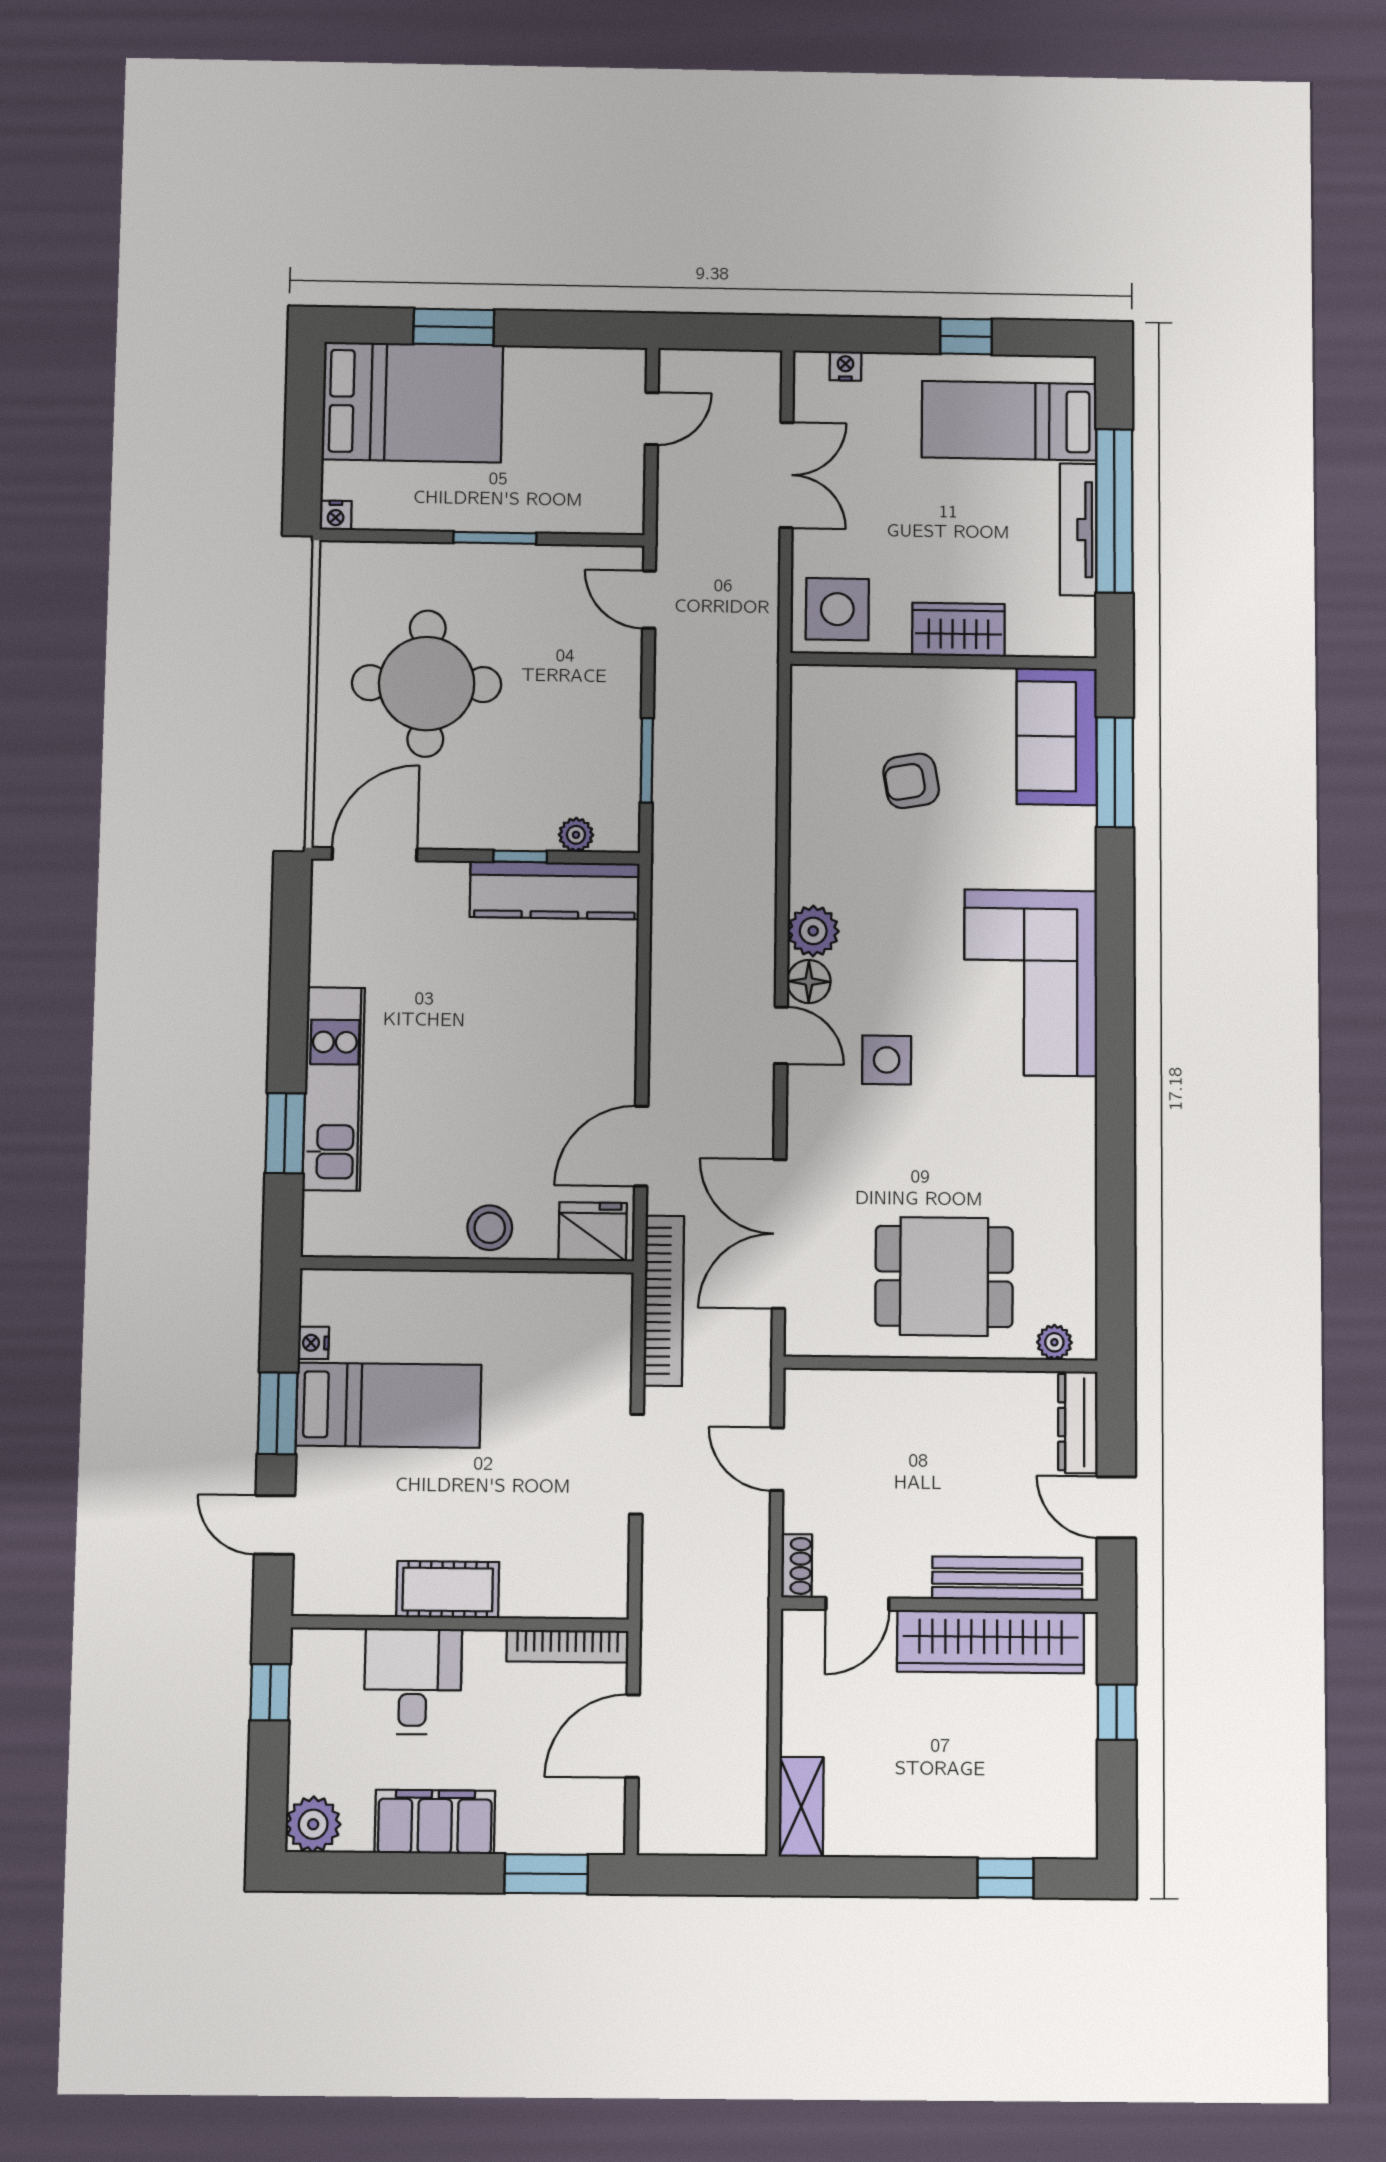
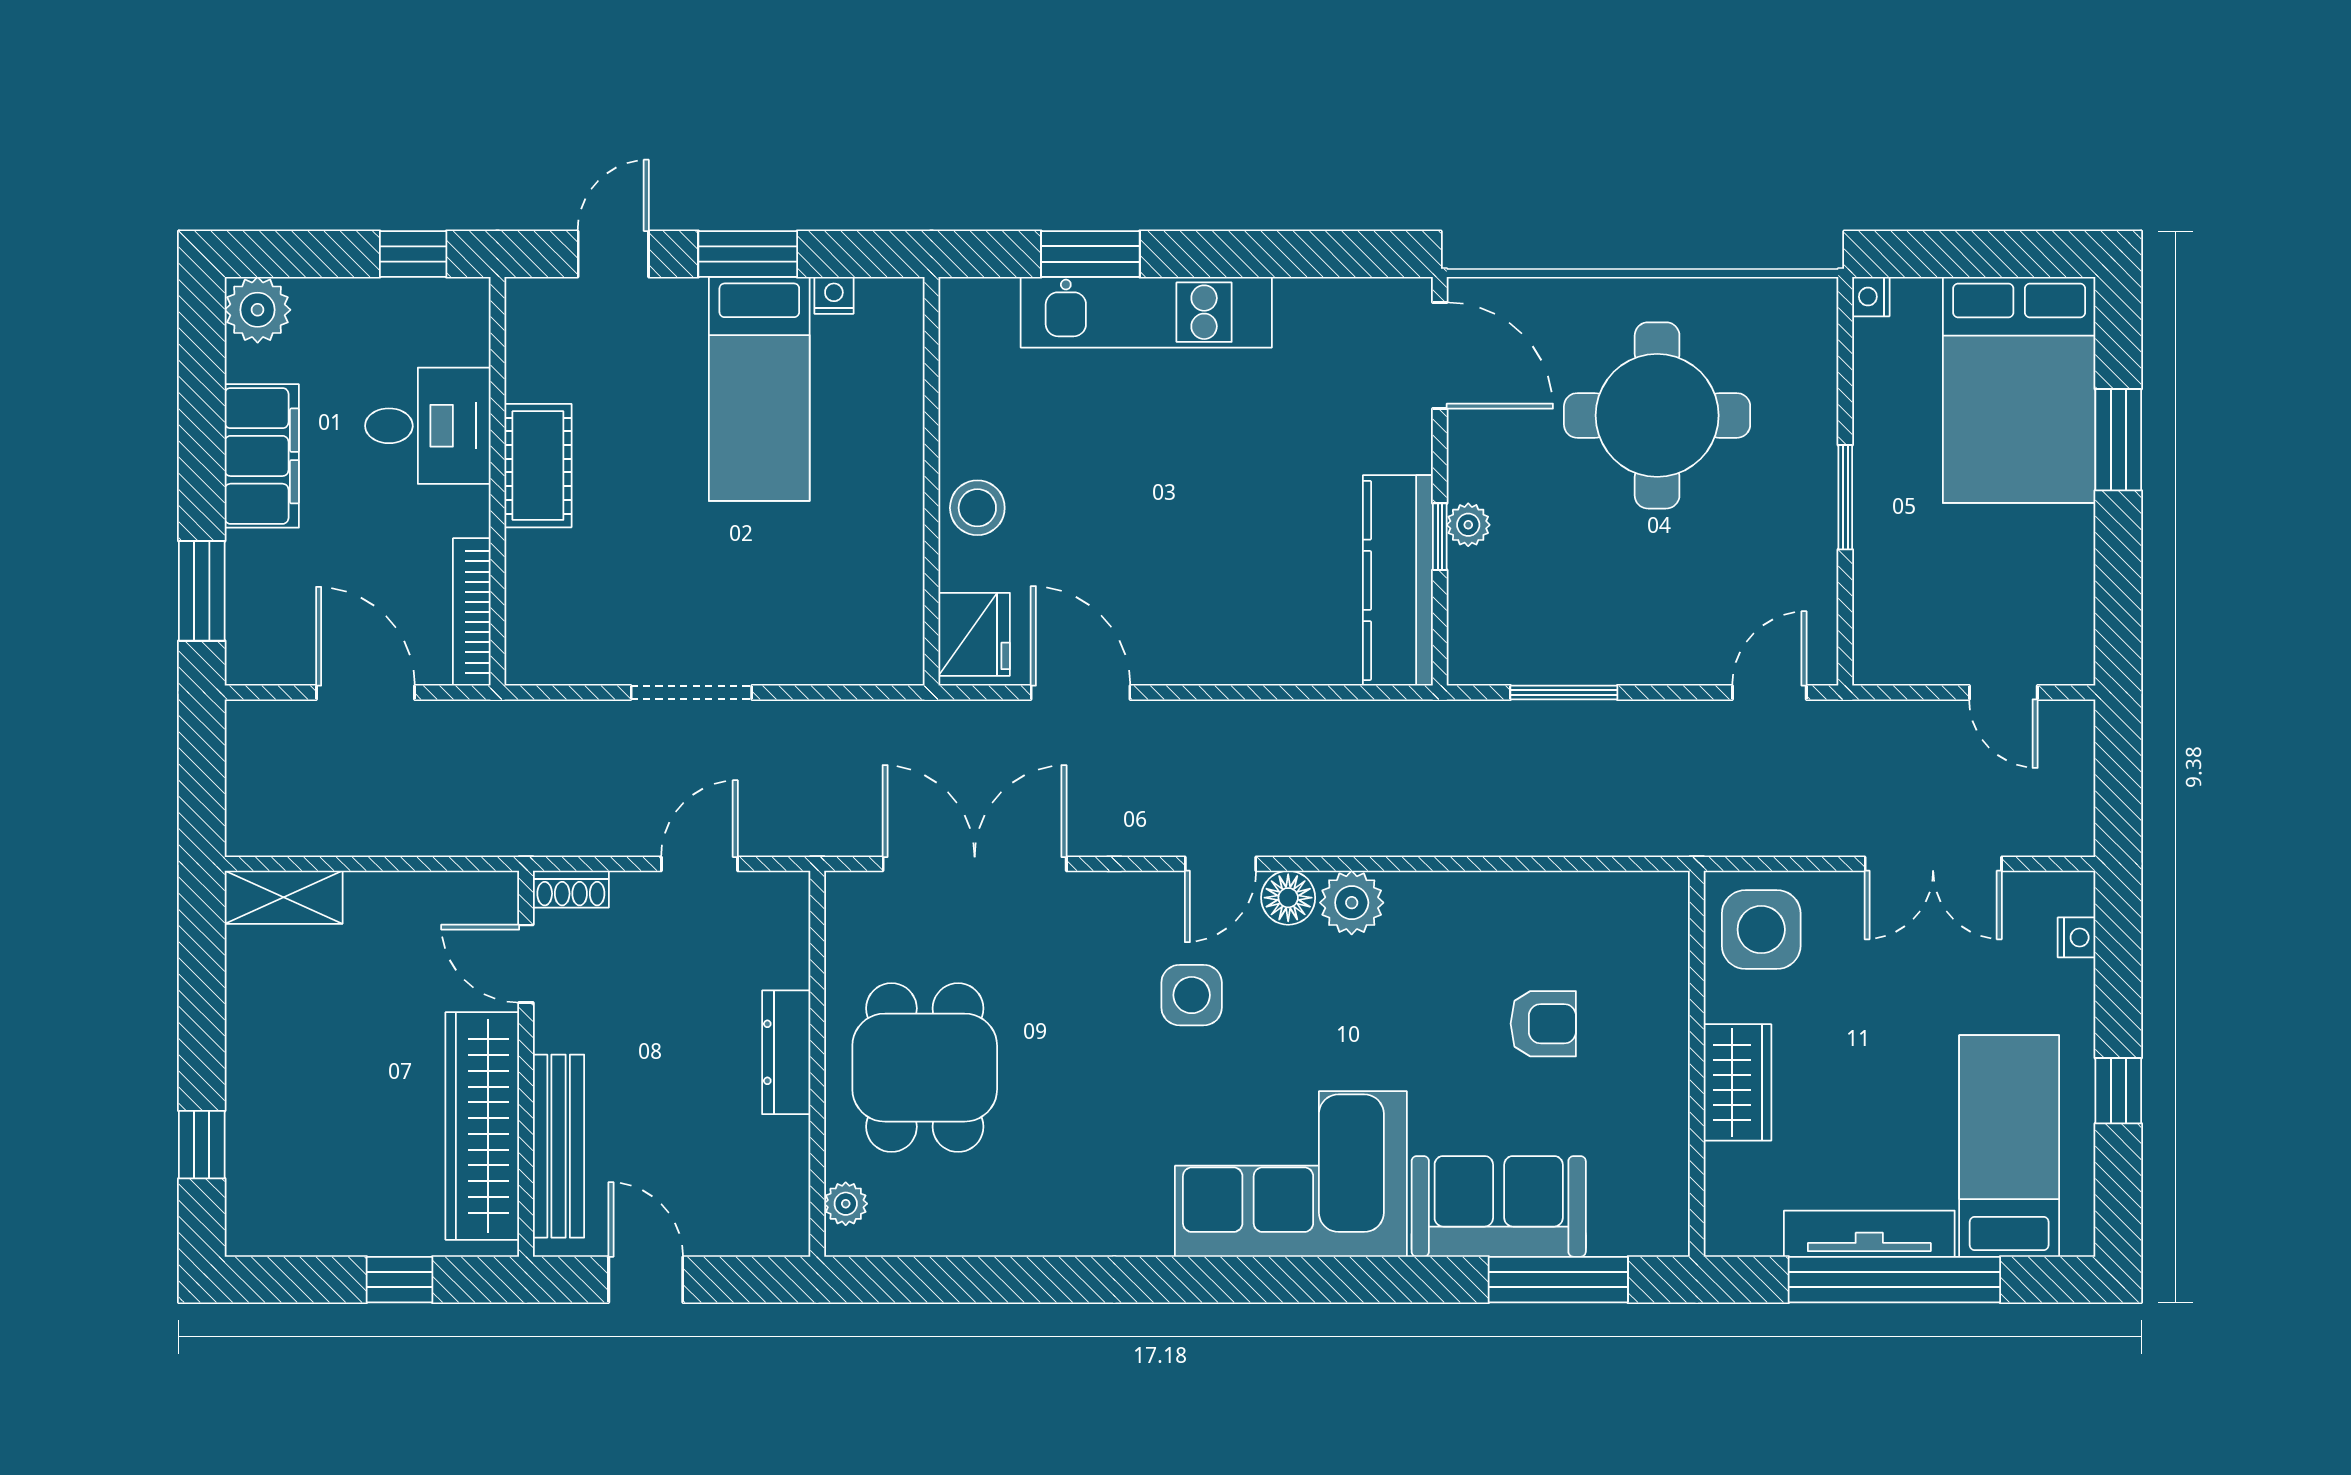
sofa: (1057, 736) -> (1499, 1206), moved
armchair: (911, 781) -> (1543, 1024), turned 100
plant: (576, 835) -> (1468, 525), moved
bookcase: (664, 1301) -> (891, 723), removed
dresser: (1078, 1422) -> (786, 1052), moved, turned -90
door: (1116, 1507) -> (646, 1280), hinge flipped

